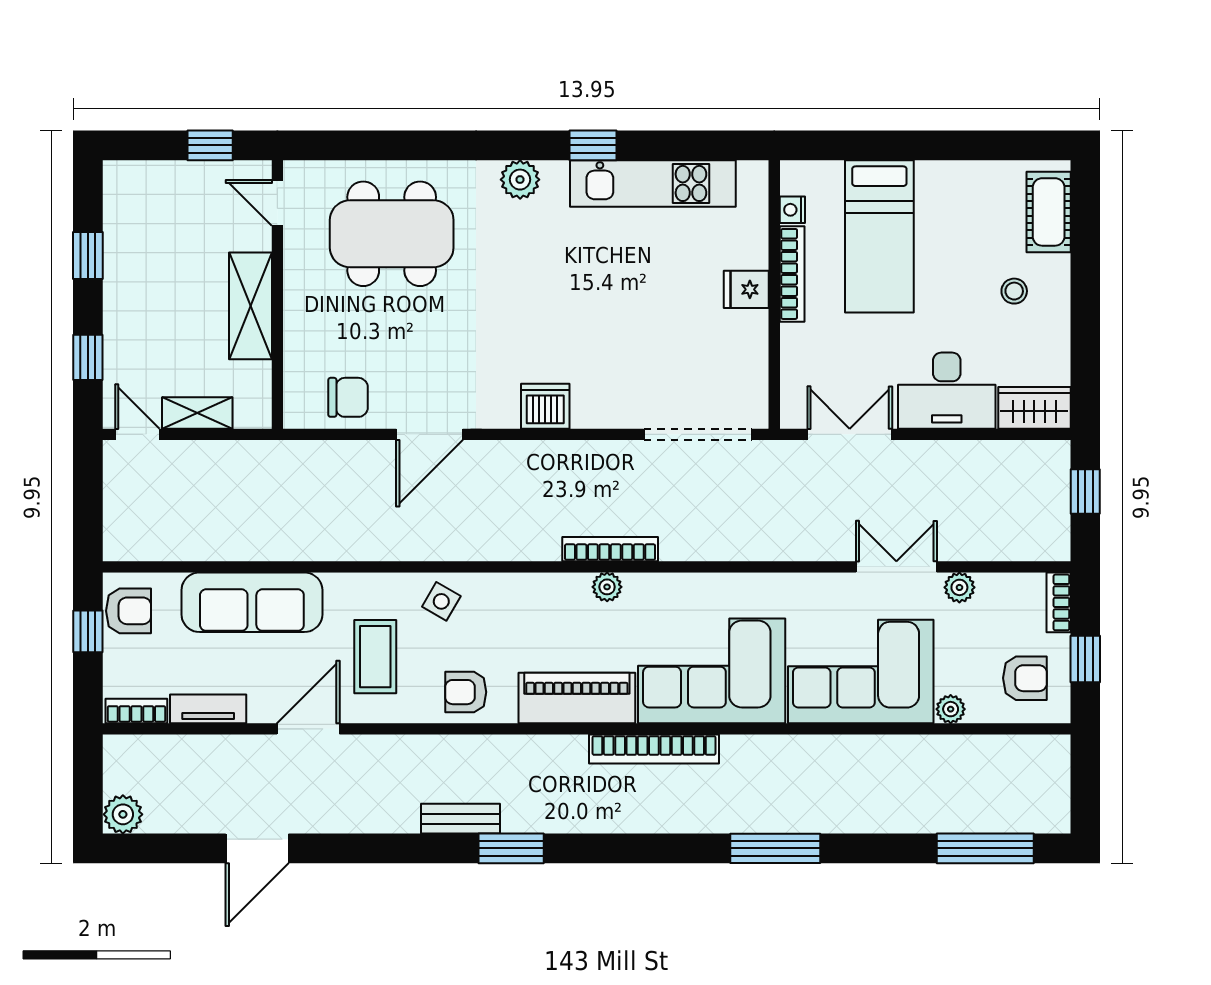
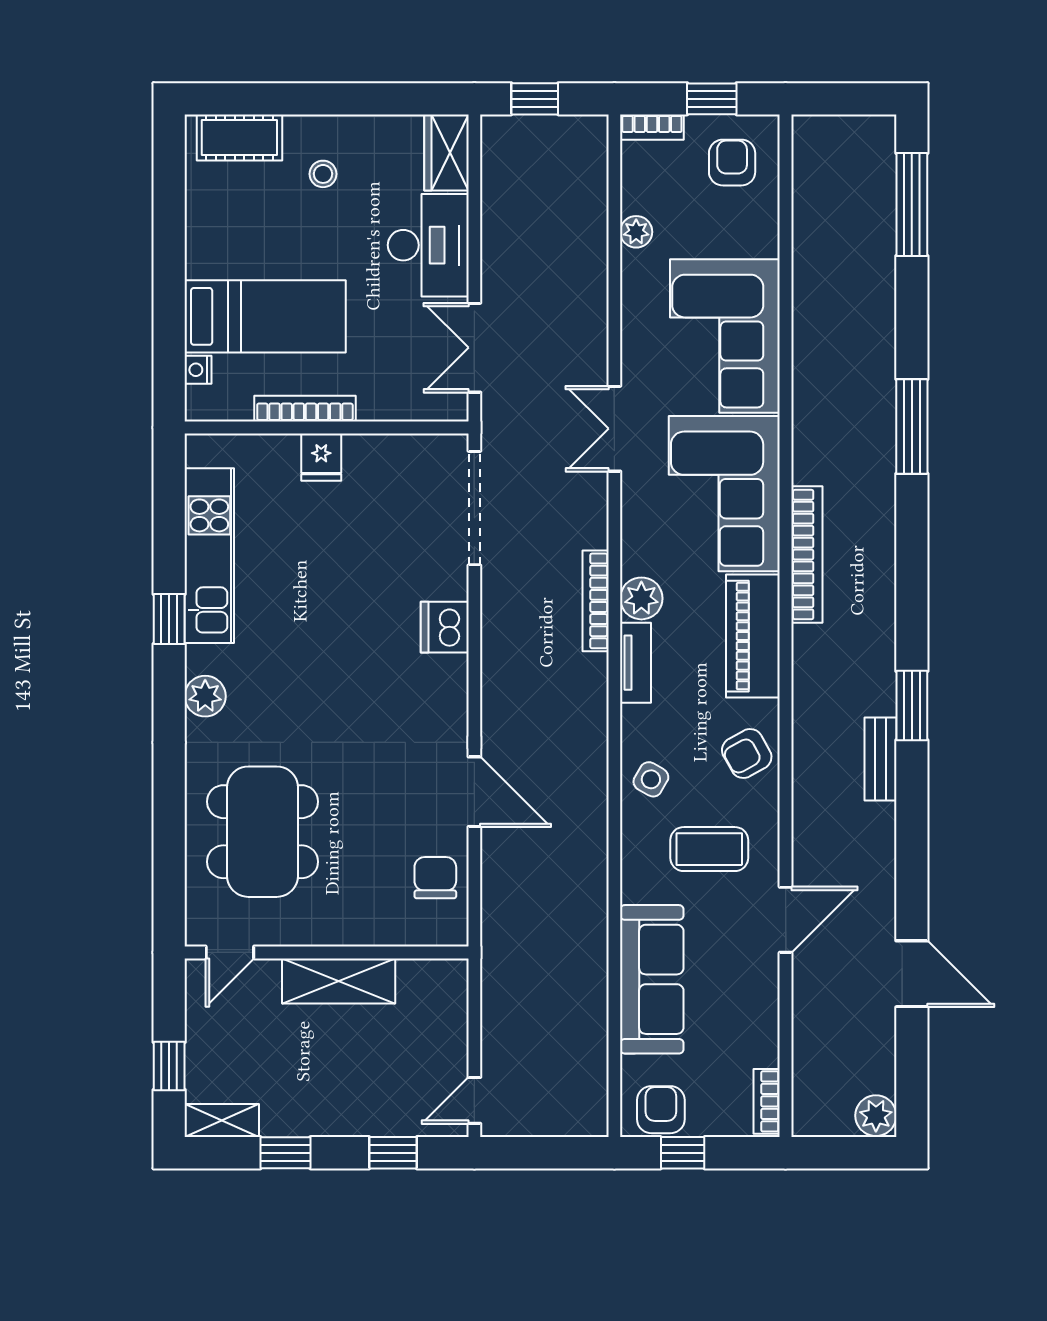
window: (210, 145) -> (169, 1066), moved
nightstand: (792, 210) -> (198, 370), moved, turned 90
dishwasher: (545, 406) -> (445, 627), moved
shelving: (197, 413) -> (222, 1120), moved, turned 90
double door: (896, 567) -> (614, 429), moved
plant: (607, 587) -> (641, 598), width x1.38, depth x1.38
armchair: (466, 692) -> (747, 753), turned 61
tv unit: (208, 709) -> (636, 663), moved, turned 180
plant: (951, 709) -> (765, 241), removed
door: (308, 729) -> (786, 920), swing flipped

